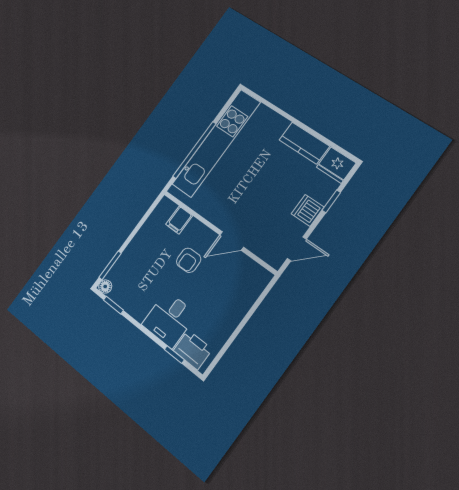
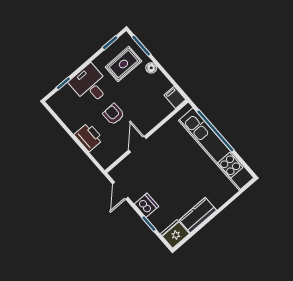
filing cabinet: (179, 220) -> (175, 97), moved
armchair: (189, 260) -> (114, 114), moved
rug: (136, 282) -> (123, 64), added
floor lamp: (105, 286) -> (151, 68), moved
printer: (193, 350) -> (89, 137), moved, turned -90

